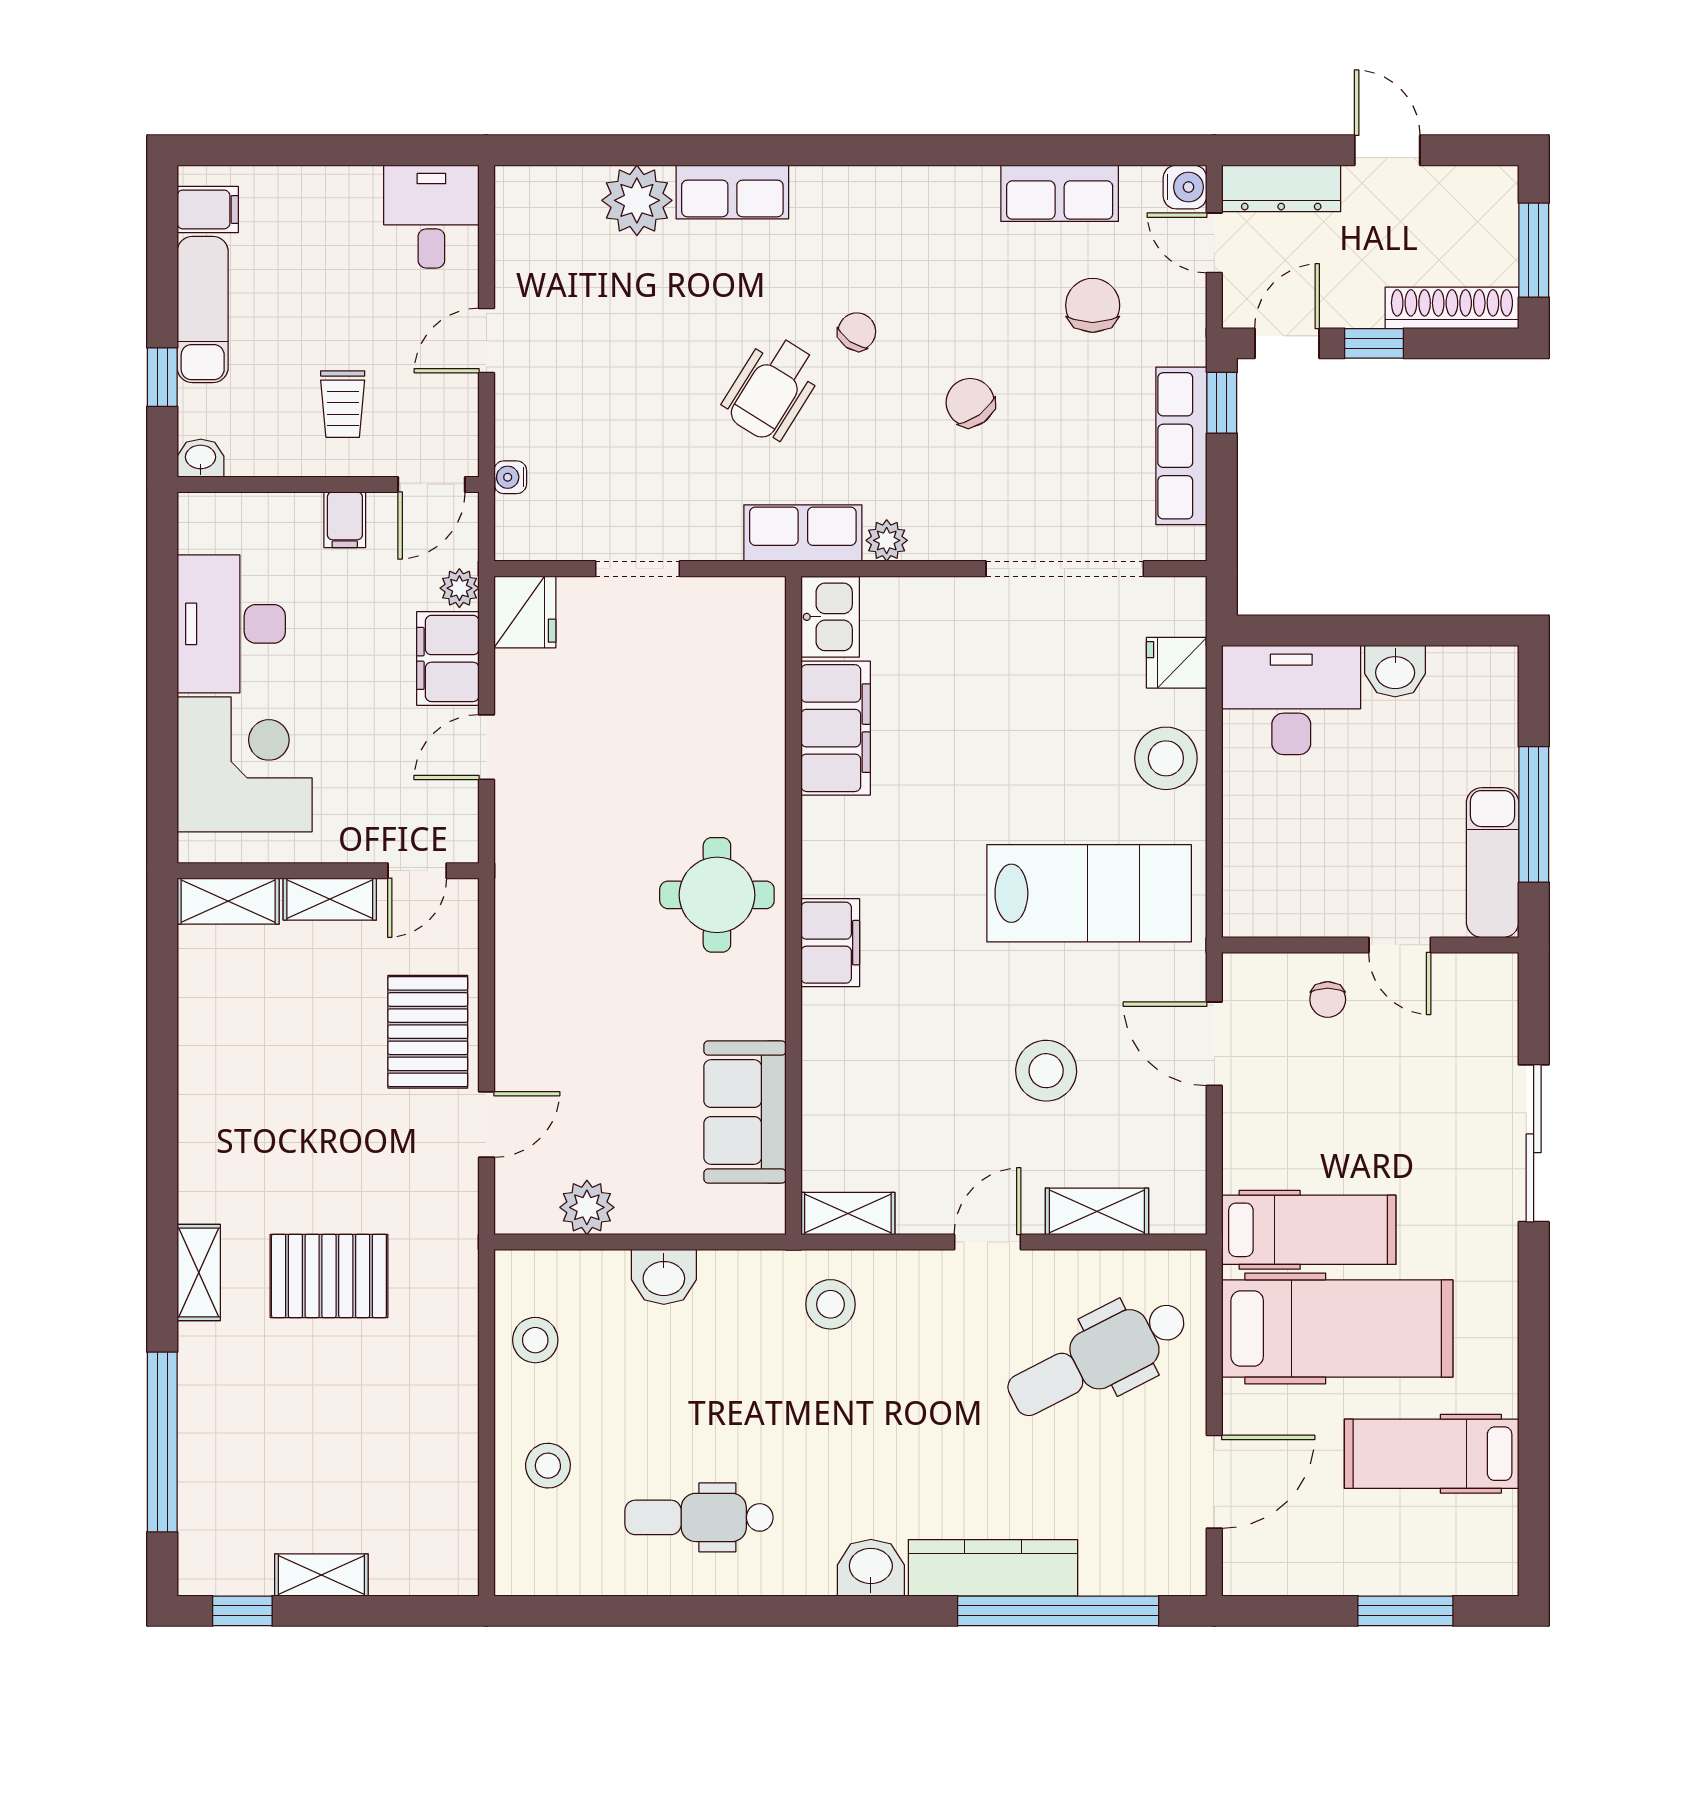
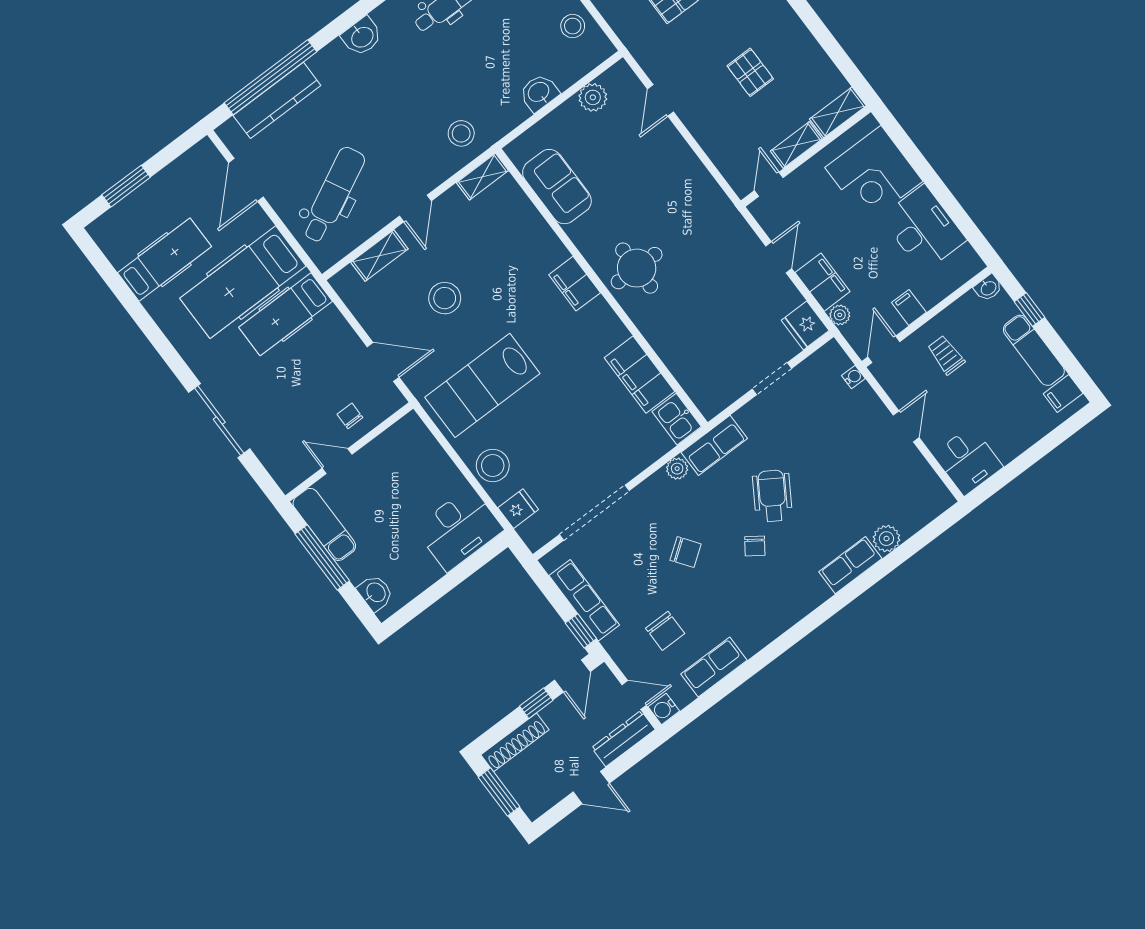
plant: (637, 200) -> (886, 539), width x0.73, depth x0.73
washbasin: (1395, 671) -> (375, 593), moved, turned 90
pallet: (428, 1032) -> (750, 72), moved, width x0.67, depth x0.71
kitchen counter: (993, 1568) -> (277, 100), moved

